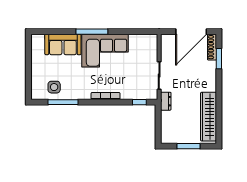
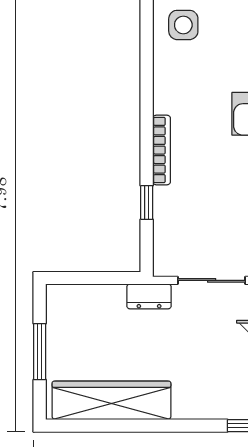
window: (63, 102) -> (147, 47), removed
window: (139, 102) -> (147, 202), moved

